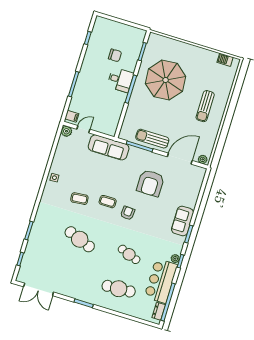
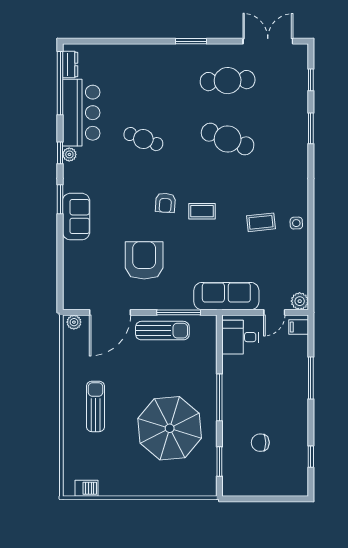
desk: (120, 80) -> (240, 337), moved
coffee table: (79, 199) -> (261, 222), moved
cafe table: (119, 289) -> (228, 81), moved

